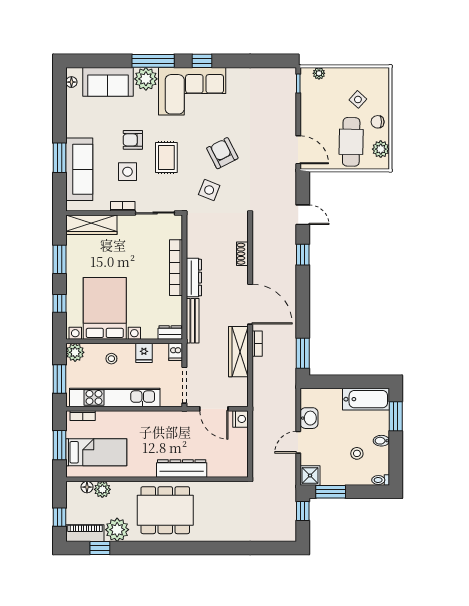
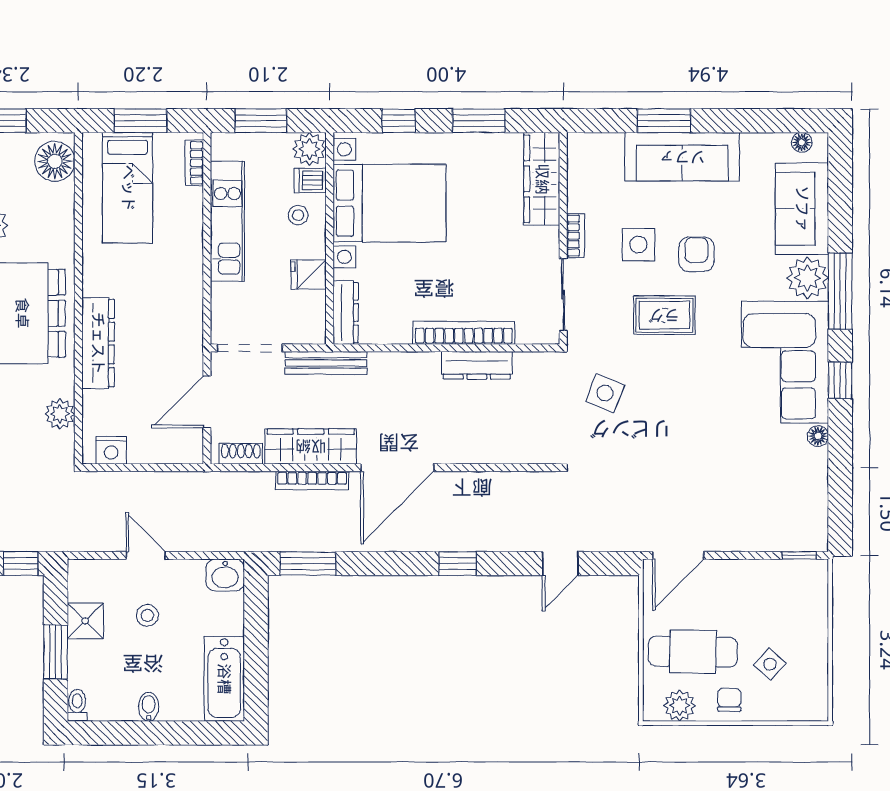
floor lamp: (233, 73) -> (818, 436), added
plant: (319, 73) -> (818, 593), removed
armchair: (222, 153) -> (672, 417), removed
sofa: (79, 169) -> (682, 157), moved
shoe rack: (242, 254) -> (241, 454), moved
window: (303, 255) -> (458, 564), moved
dresser: (194, 278) -> (477, 365), moved
bench: (193, 321) -> (326, 363), moved
dresser: (170, 333) -> (346, 313), width x1.44
bookcase: (257, 344) -> (312, 481), width x1.56
dishwasher: (176, 352) -> (310, 180), moved
kitchen unit: (115, 397) -> (227, 221), width x0.73
window: (396, 416) -> (193, 733), removed
washbasin: (309, 418) -> (225, 575), moved
nightstand: (241, 419) -> (111, 450), moved
stool: (357, 453) -> (147, 615), moved
shower: (310, 476) -> (85, 621), moved
floor lamp: (87, 487) -> (55, 161), width x1.89, depth x1.89
plant: (102, 489) -> (60, 414), moved
window: (331, 492) -> (56, 652), moved

